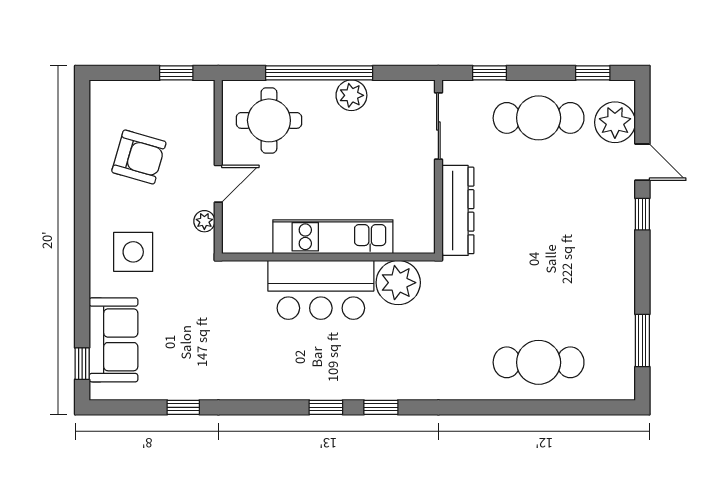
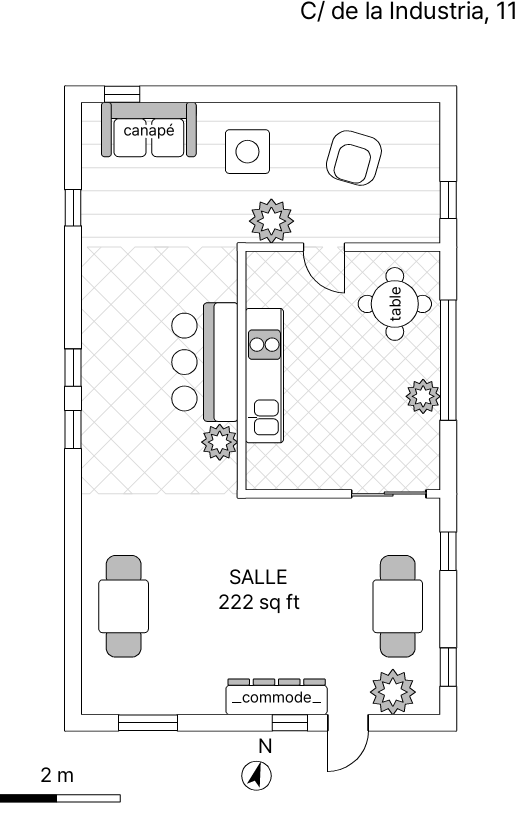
dresser: (458, 210) -> (277, 697), moved, turned 180
plant: (204, 221) -> (271, 221), width x1.87, depth x1.87
plant: (398, 283) -> (220, 442), width x0.73, depth x0.73

